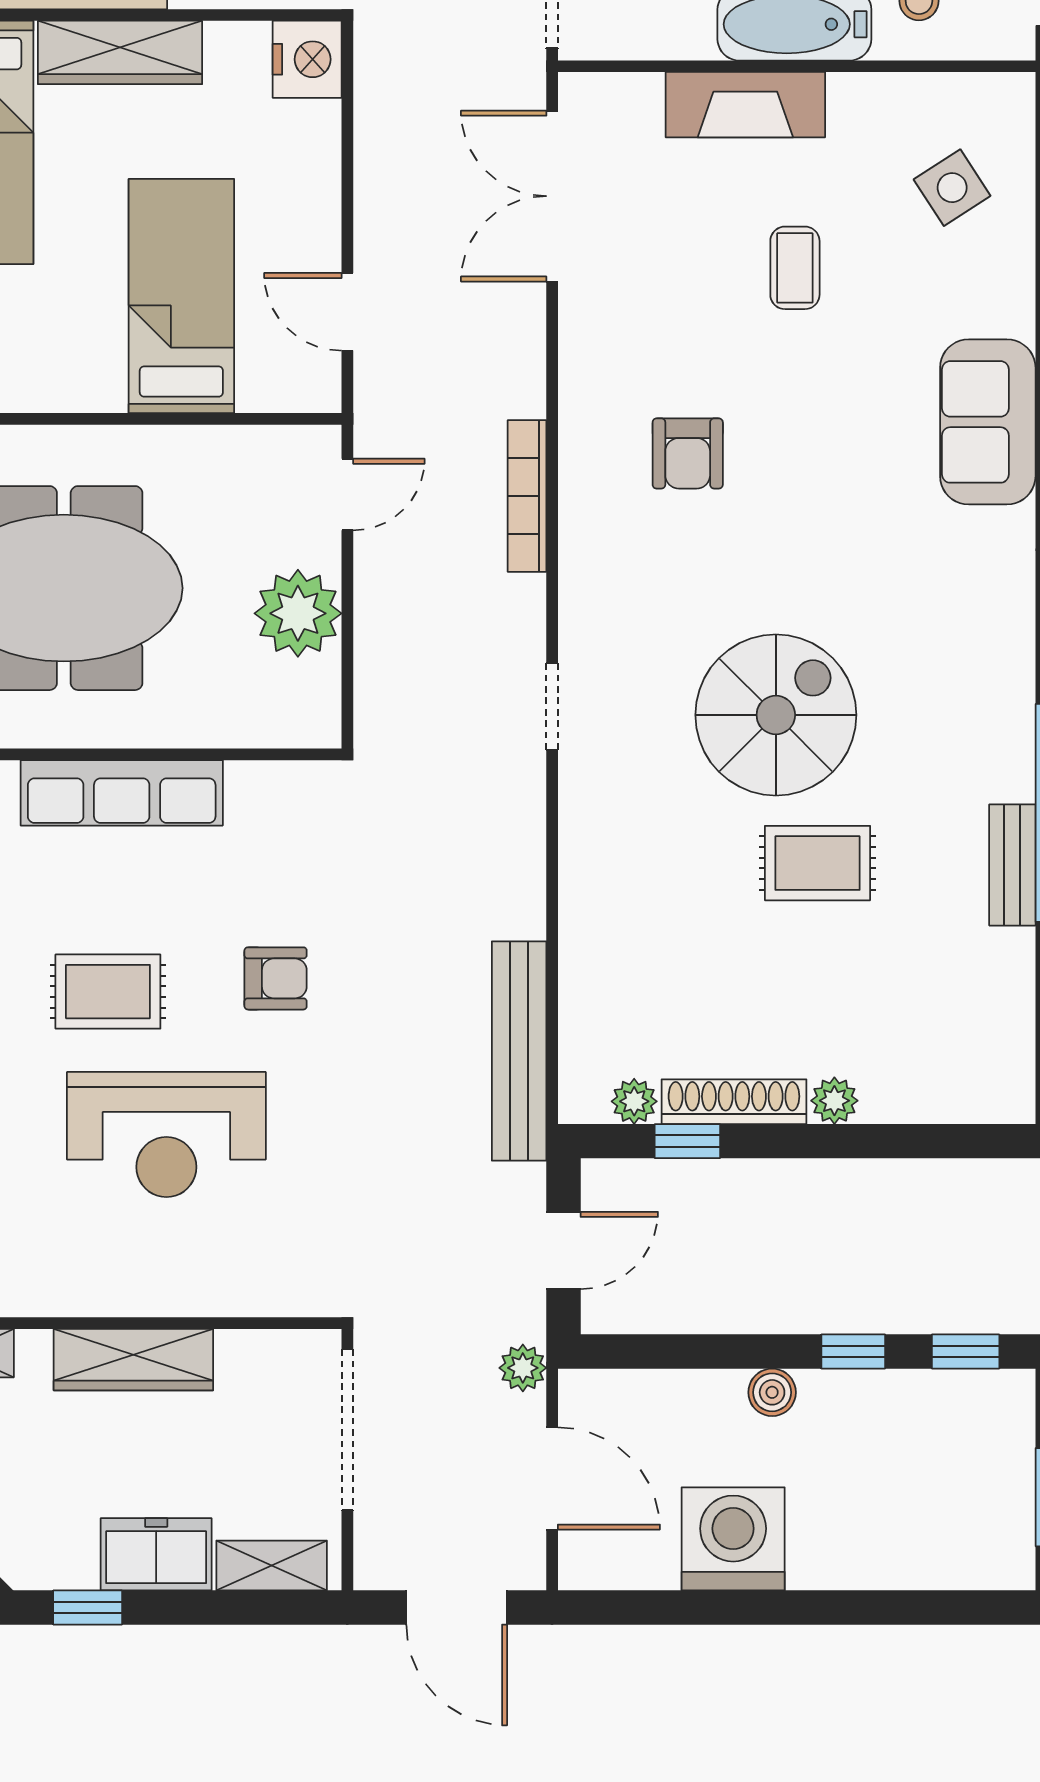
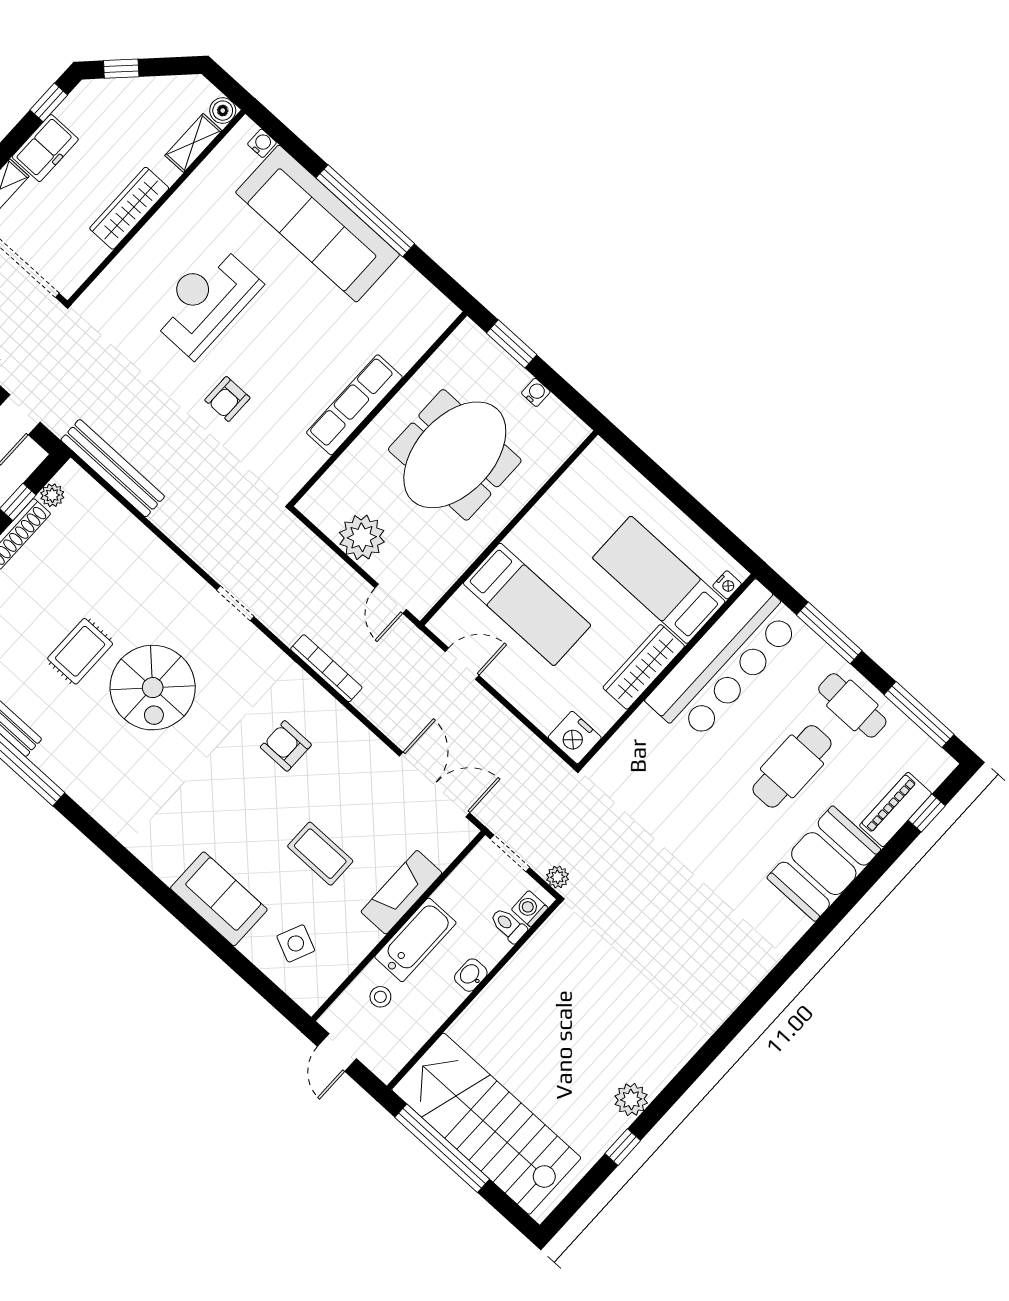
side table: (952, 188) -> (296, 943), turned -33
coffee table: (795, 268) -> (320, 854), width x1.36, depth x1.30
sofa: (988, 422) -> (219, 899), moved
rug: (108, 992) -> (282, 329), removed

